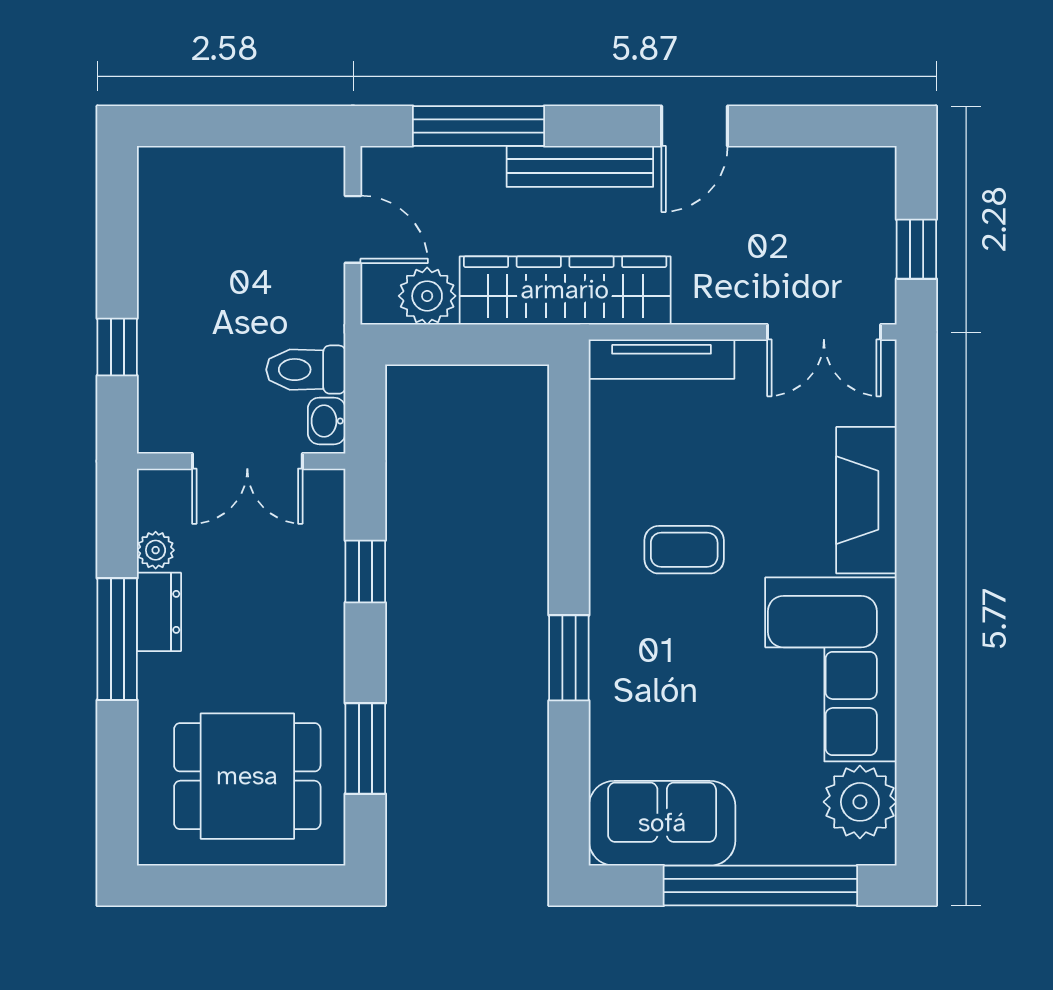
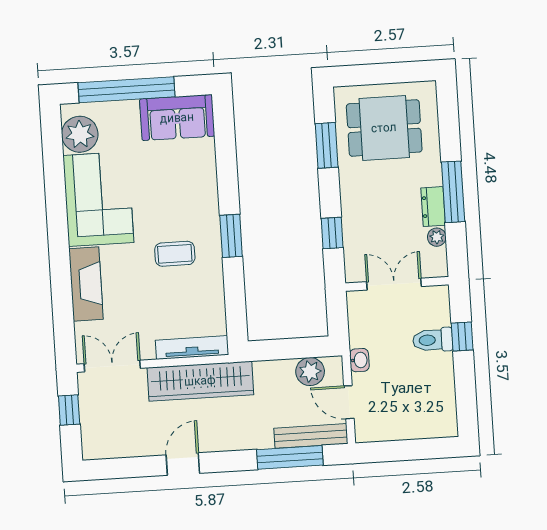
bench: (580, 166) -> (311, 436), moved
wardrobe: (565, 290) -> (200, 381), moved
toilet: (306, 370) -> (433, 340), moved, turned 180
washbasin: (327, 421) -> (359, 360), moved
window: (569, 658) -> (231, 236), moved

